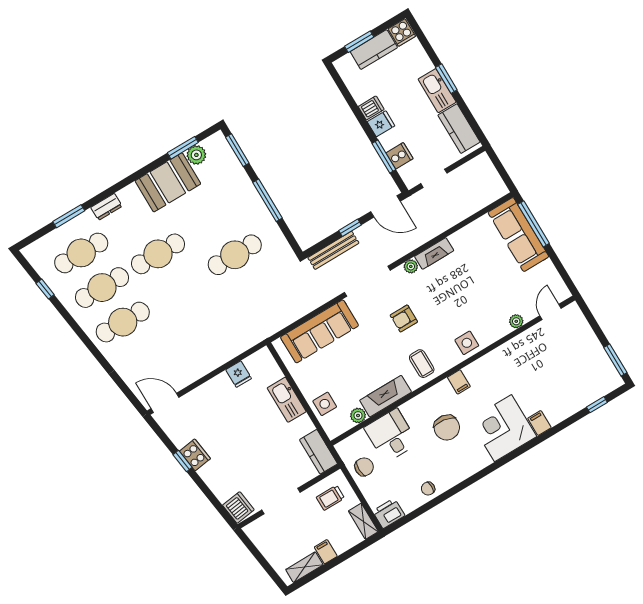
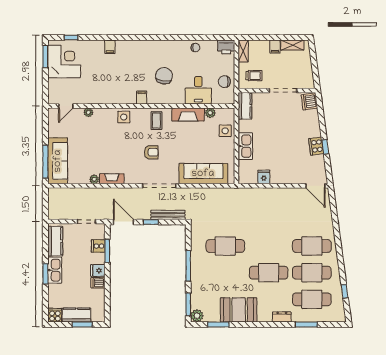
plant: (196, 155) -> (197, 316), moved
plant: (411, 266) -> (94, 179), moved
corner desk: (503, 428) -> (64, 62), moved, turned -90

